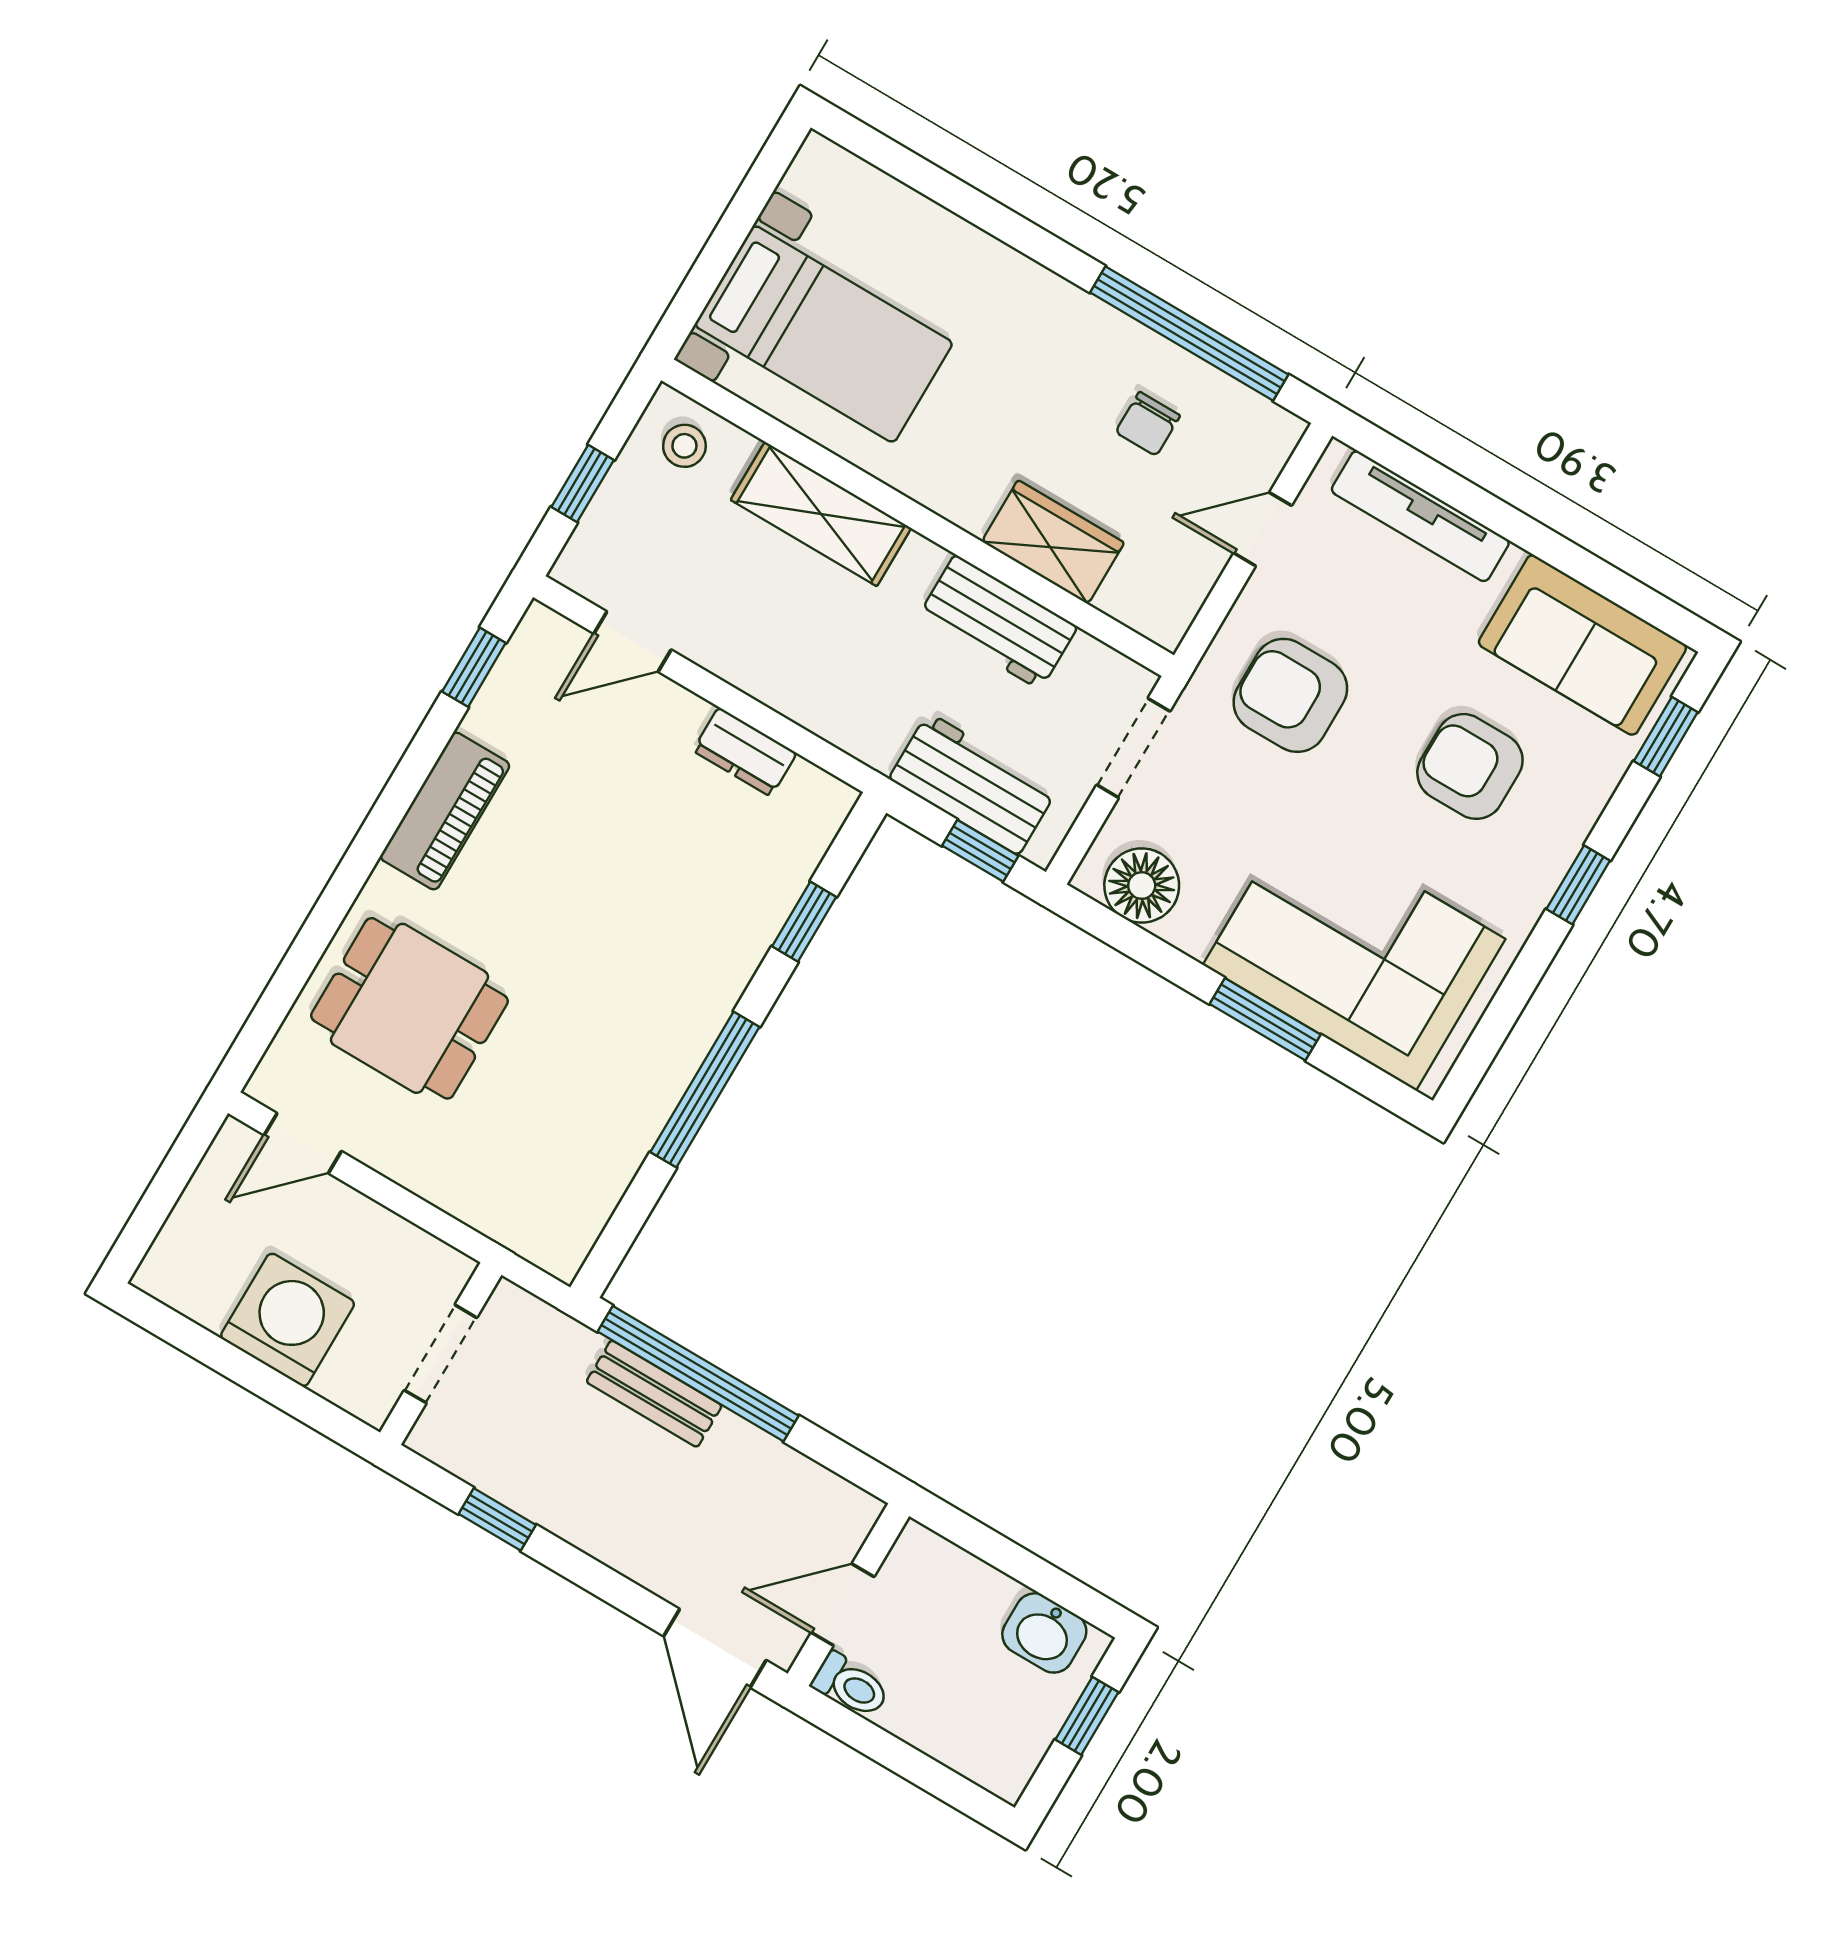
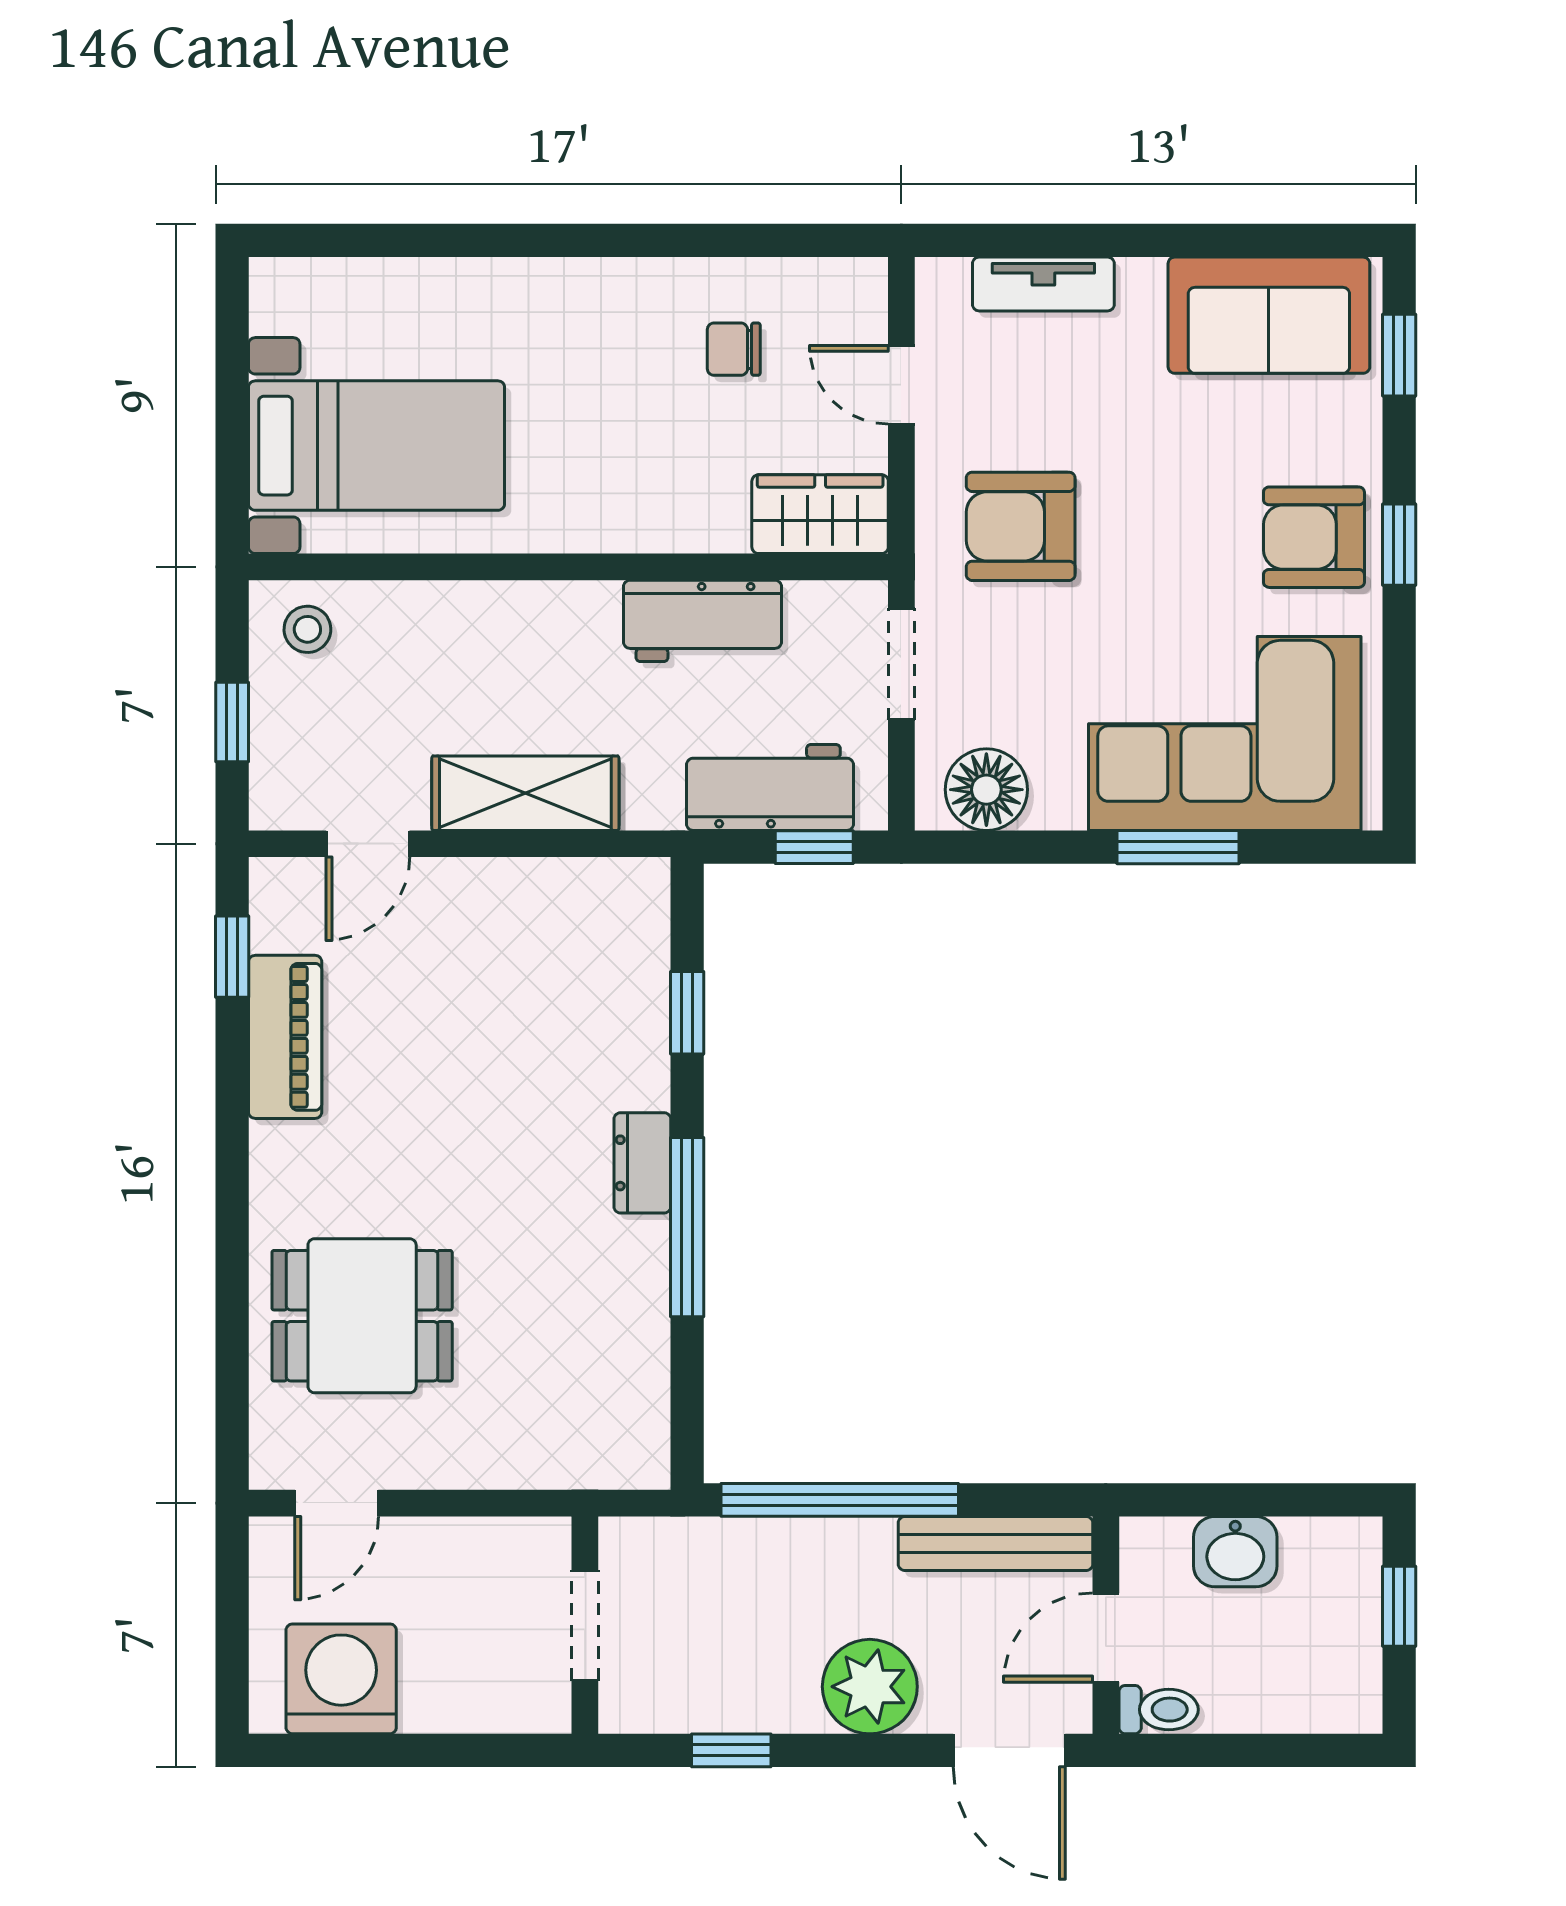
window: (1189, 333) -> (722, 240), removed
chair: (1148, 424) -> (734, 349), turned 90
shelving: (821, 514) -> (525, 793), moved
tv unit: (1420, 516) -> (1043, 284), width x0.71
door: (1263, 529) -> (901, 385), hinge flipped
wardrobe: (1053, 542) -> (820, 514), moved
dresser: (745, 752) -> (642, 1163), moved, turned 90
armchair: (1470, 766) -> (1314, 537), moved
piano: (445, 811) -> (285, 1037), moved
washing machine: (288, 1320) -> (341, 1679), moved
bench: (654, 1394) -> (996, 1543), moved, width x1.36
plant: (635, 1534) -> (870, 1687), added
washbasin: (1044, 1633) -> (1235, 1552), moved

